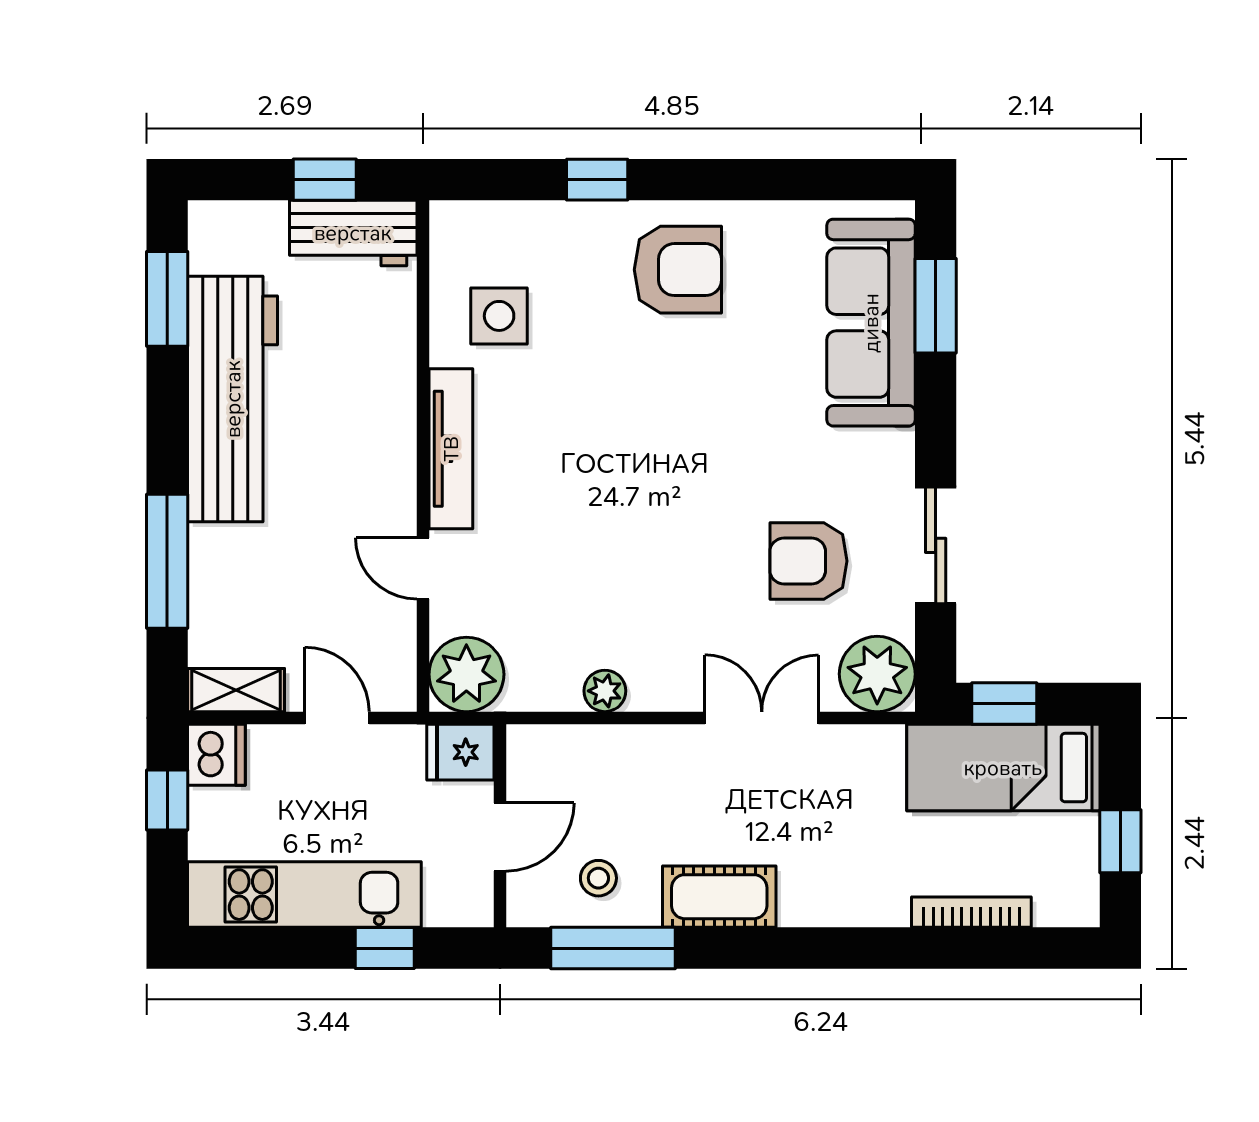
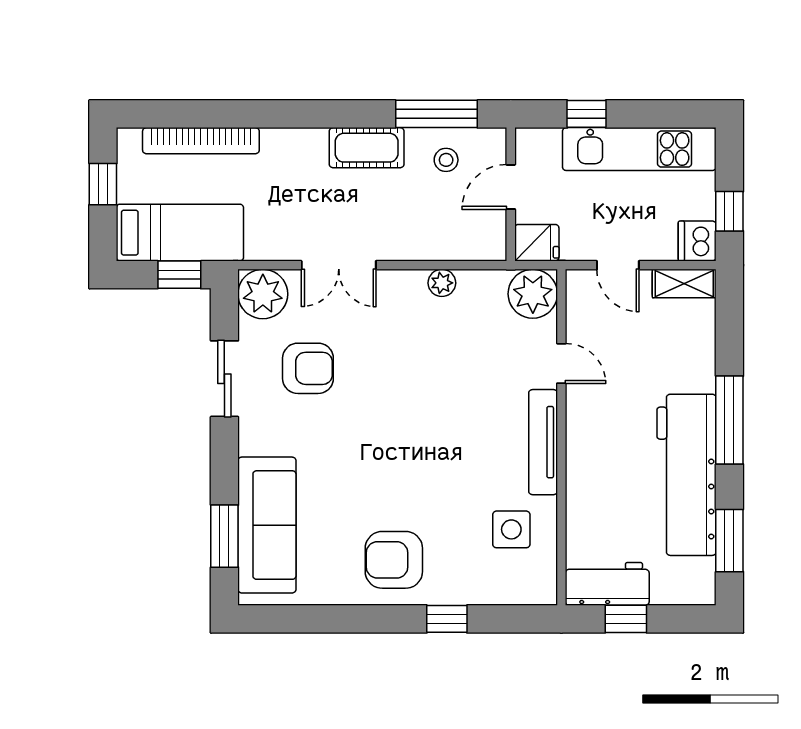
window: (167, 561) -> (729, 420), moved
bookcase: (971, 912) -> (201, 141), width x1.48, depth x1.31

